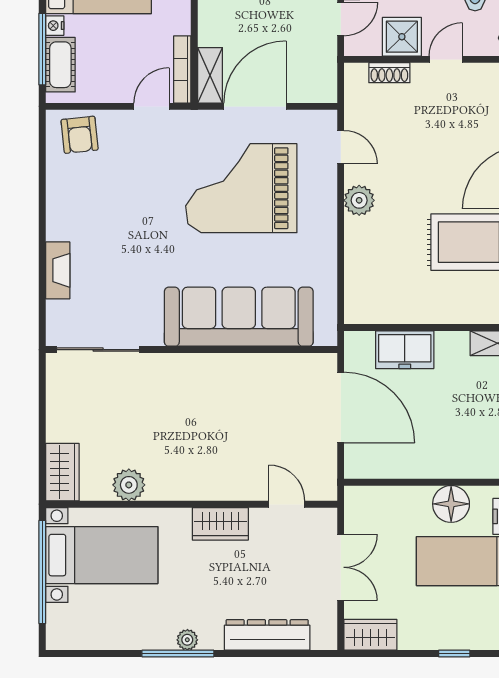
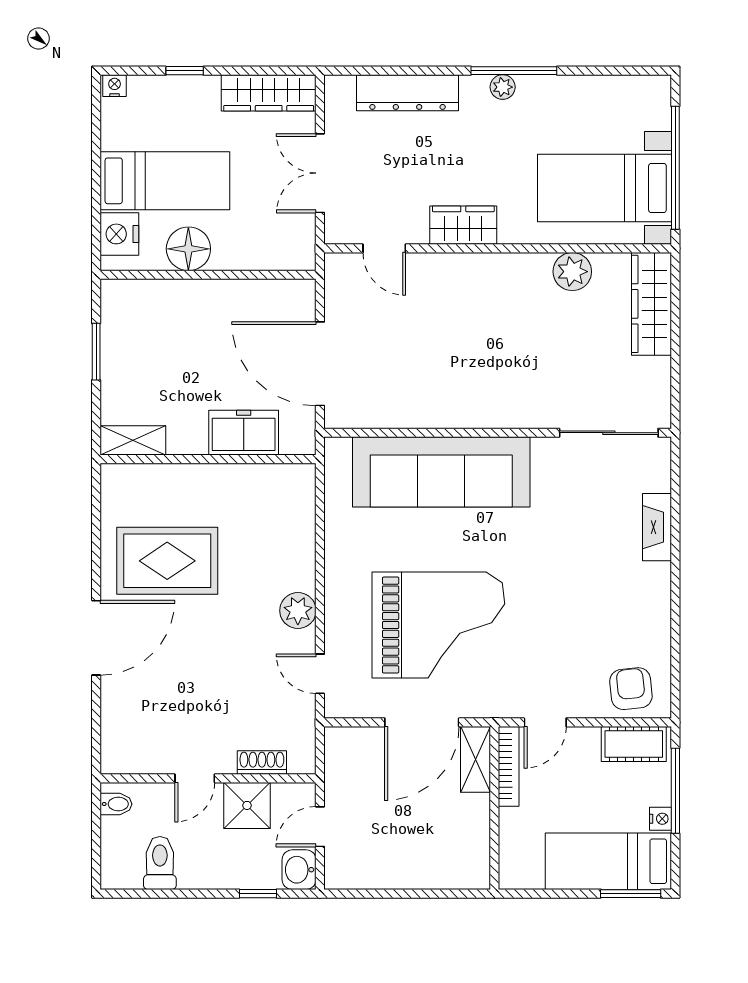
cot: (60, 65) -> (634, 744), moved, turned 90
wardrobe: (62, 472) -> (652, 304), width x1.50
wardrobe: (370, 635) -> (269, 93), width x1.50

